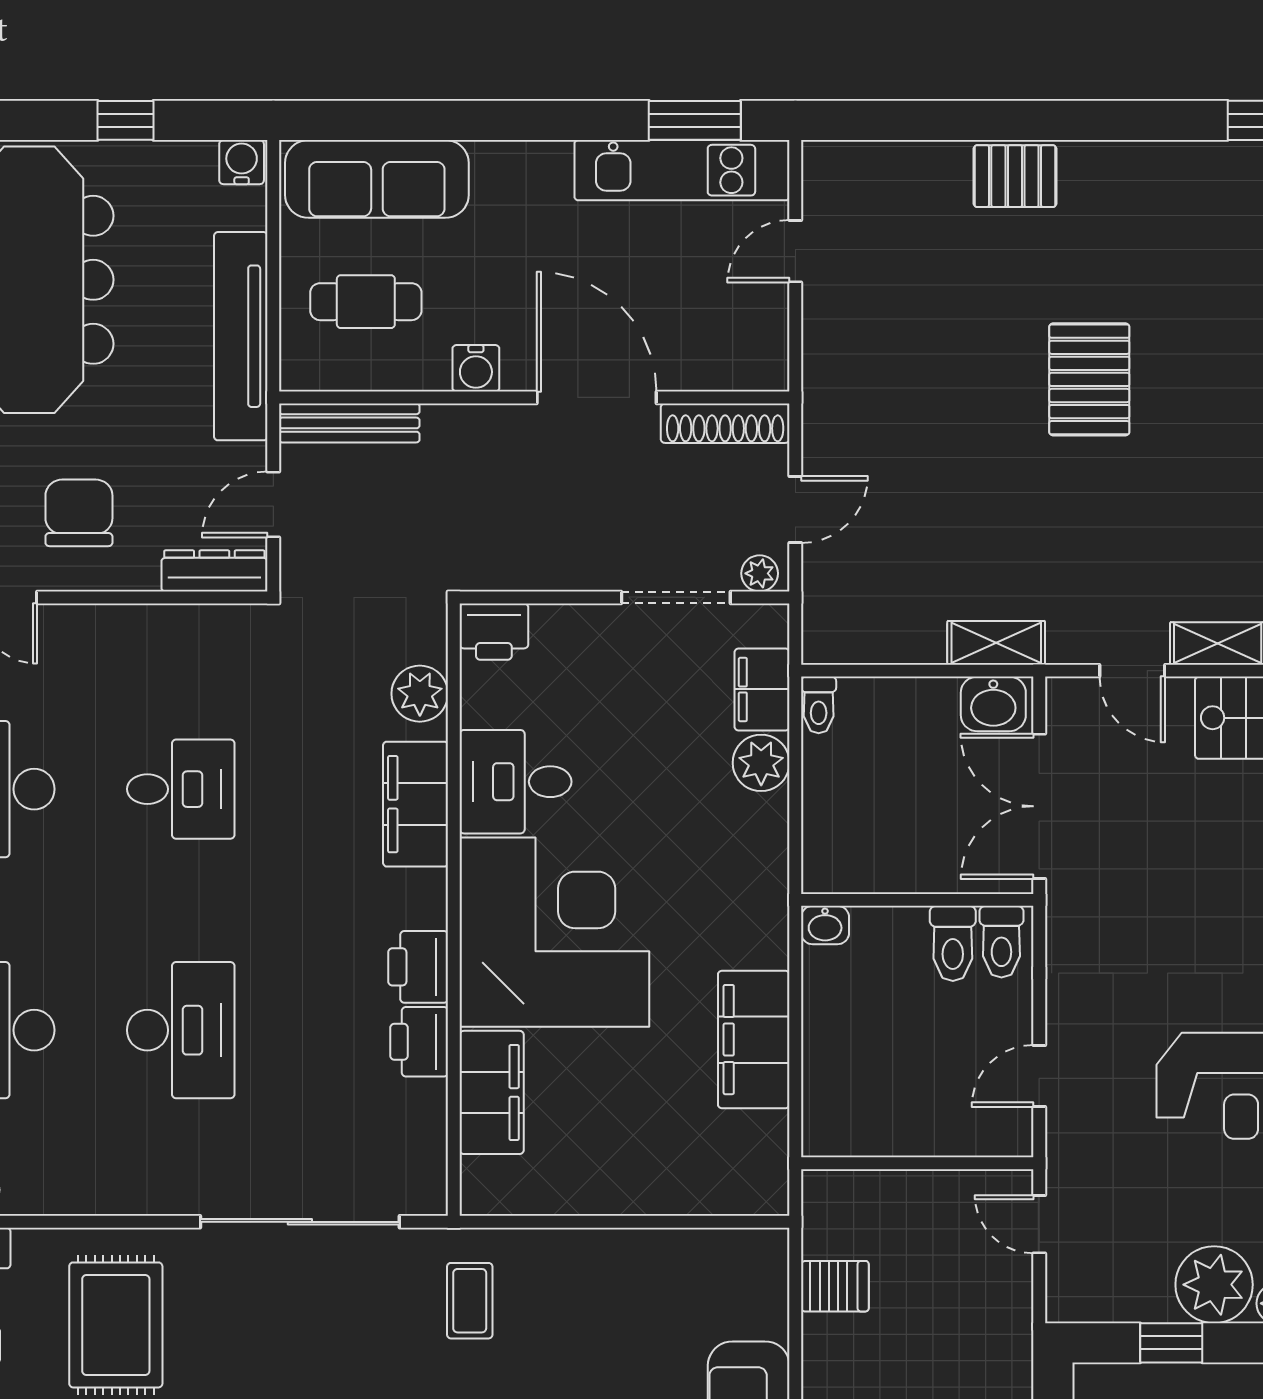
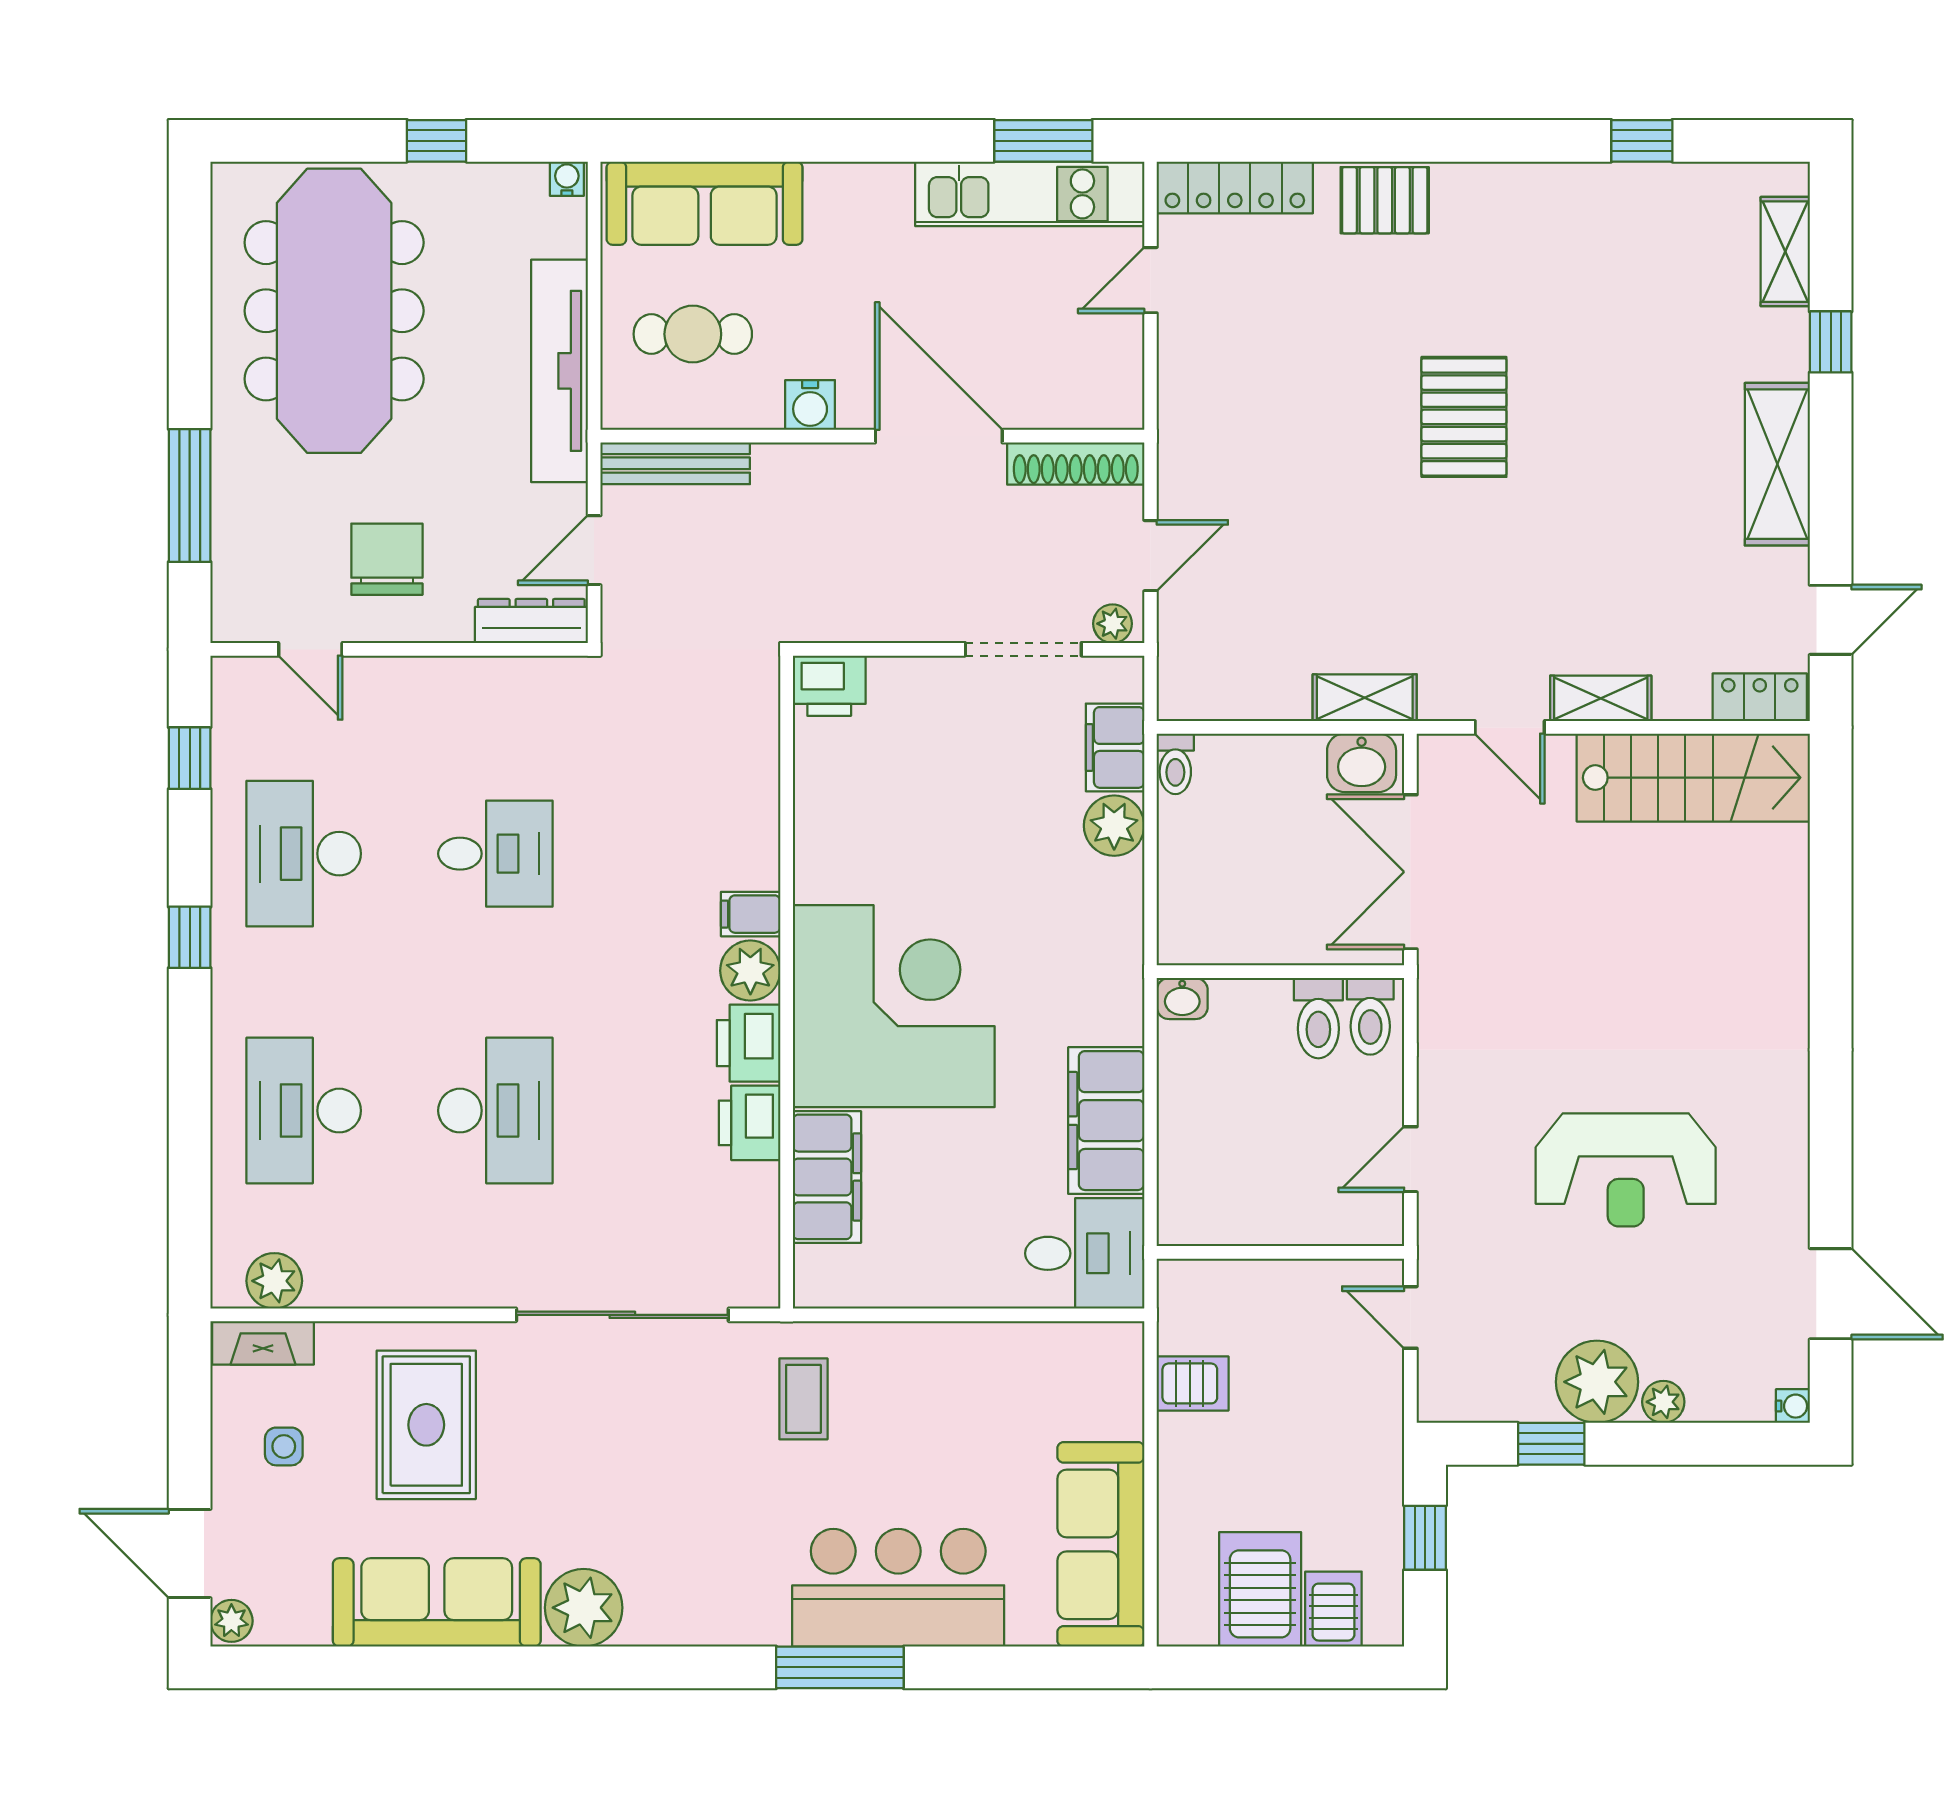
water cooler: (242, 162) -> (567, 179), width x0.72, depth x0.72
locker: (874, 164) -> (1235, 187), added
plant: (420, 694) -> (750, 971), moved
desk: (516, 782) -> (1085, 1253), moved, turned 180
filing cabinet: (416, 804) -> (751, 914), width x0.33, depth x0.86

